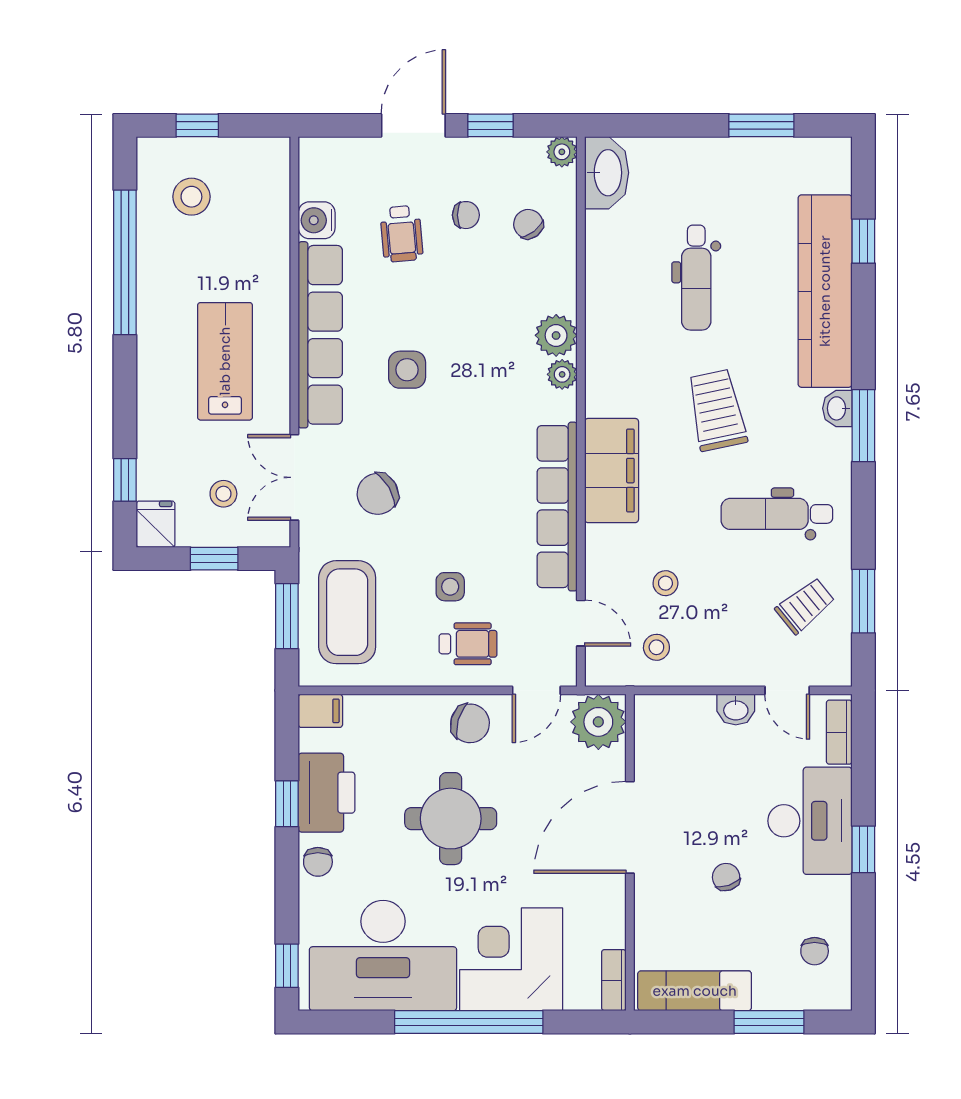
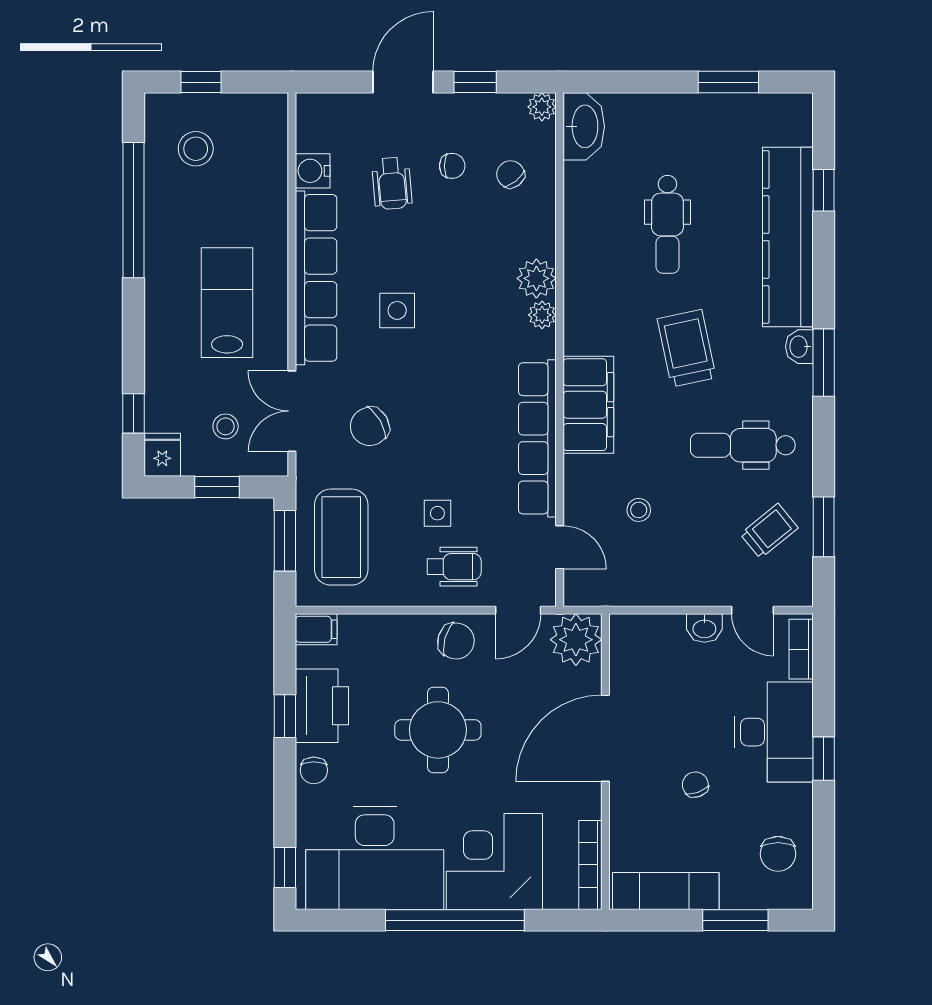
stool: (656, 647) -> (630, 570), removed
chair: (815, 951) -> (778, 854), width x1.37, depth x1.37
bookcase: (614, 980) -> (590, 865), width x1.56

